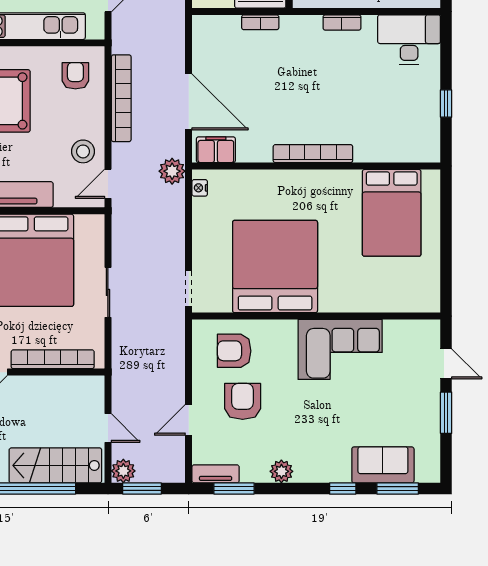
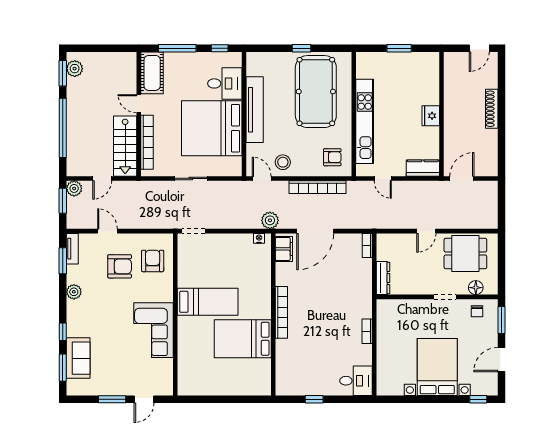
bookcase: (260, 22) -> (367, 245), moved
desk: (409, 40) -> (356, 381), width x0.73
bed: (392, 213) -> (243, 339), moved
bed: (275, 267) -> (208, 302), width x0.49
stairs: (55, 465) -> (125, 146), moved, turned 180

